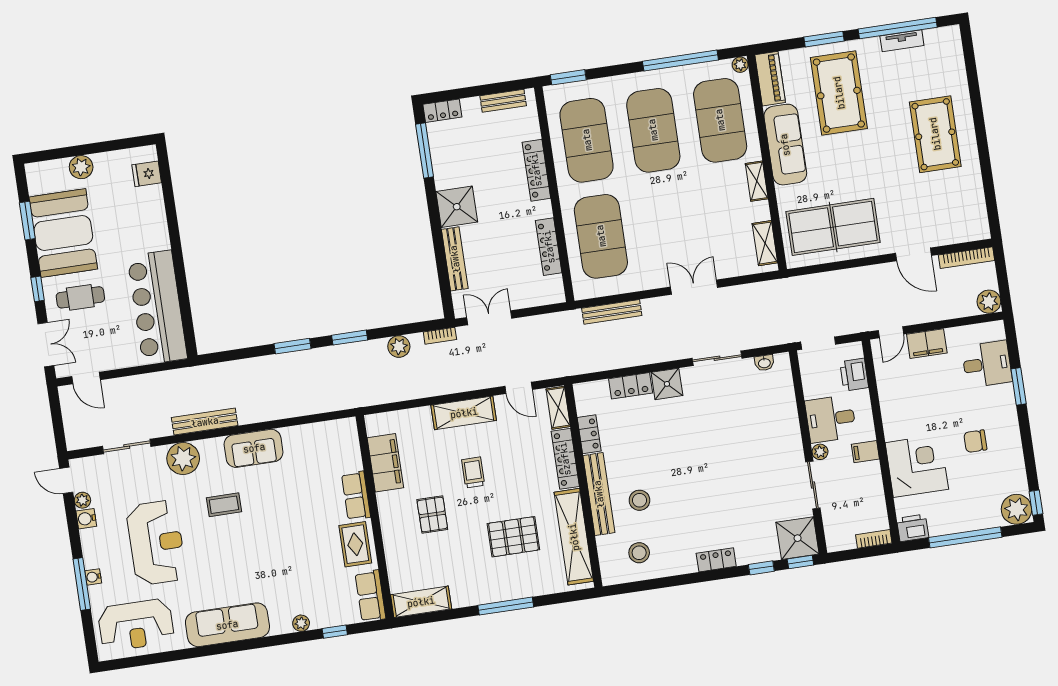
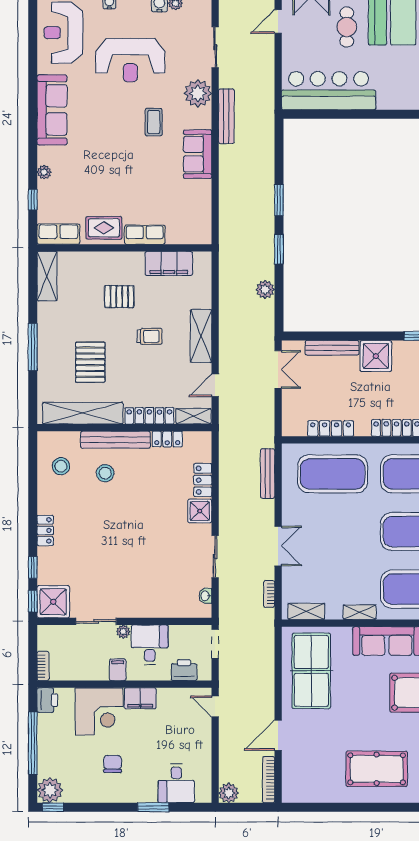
bookcase: (440, 336) -> (269, 594), moved
filing cabinet: (927, 344) -> (140, 698), moved, turned -90

